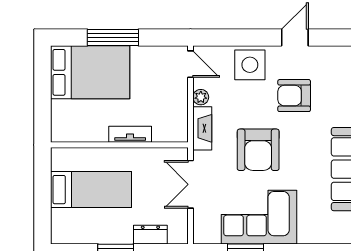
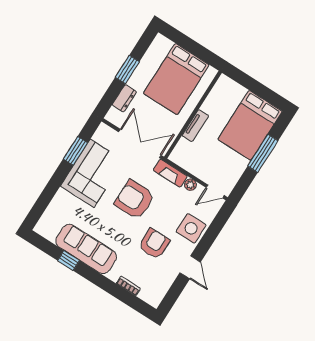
double door: (191, 184) -> (140, 144), width x1.37
bed: (91, 190) -> (176, 79), width x1.50

